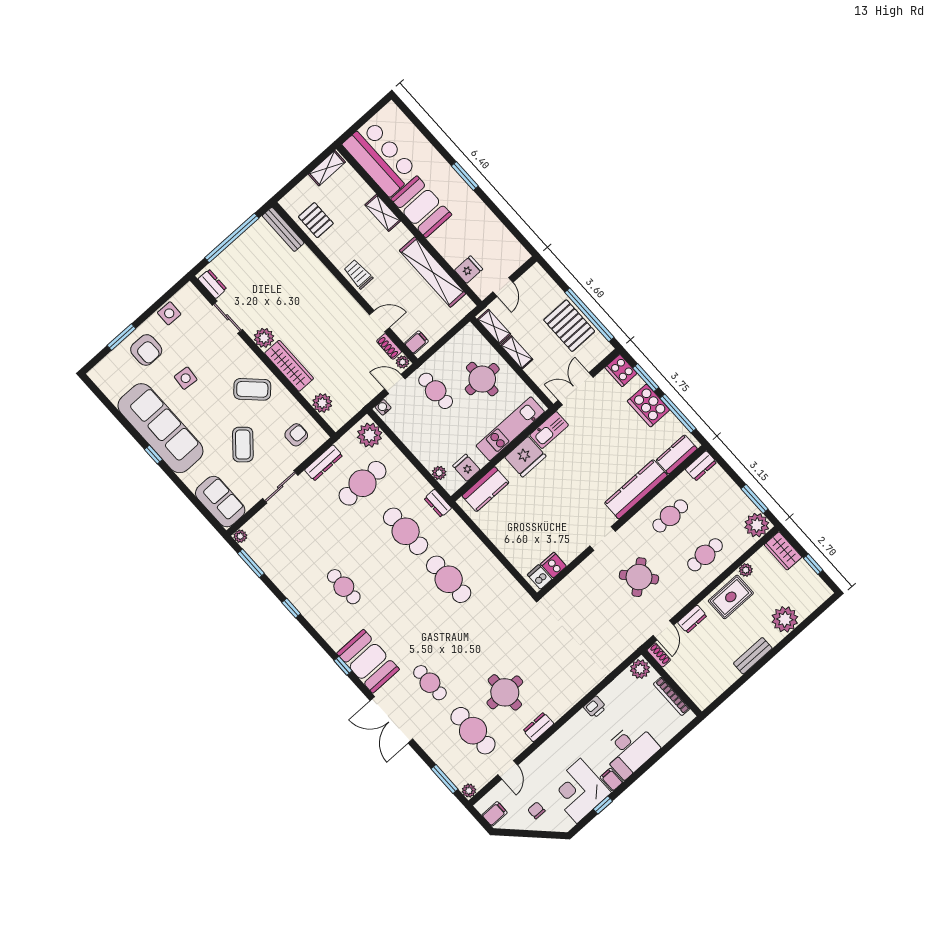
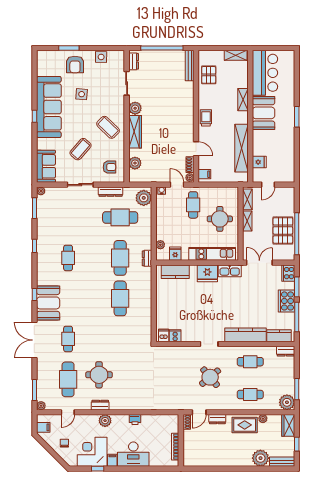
bench: (753, 656) -> (282, 462), moved
plant: (640, 669) -> (105, 421), moved

